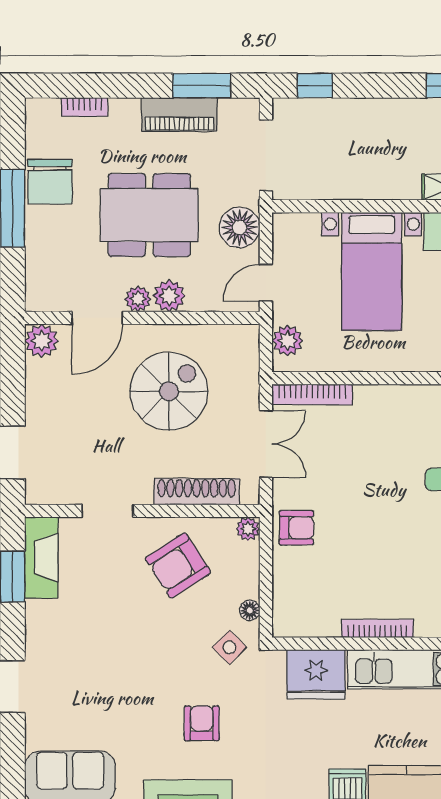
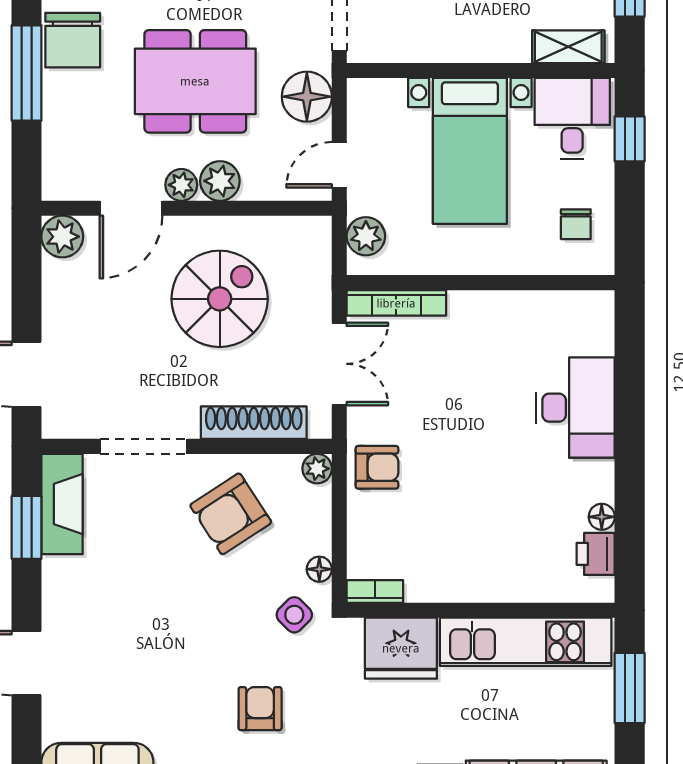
doorway: (107, 511) -> (144, 446), width x1.38
bookcase: (377, 628) -> (375, 591), moved, width x0.64

